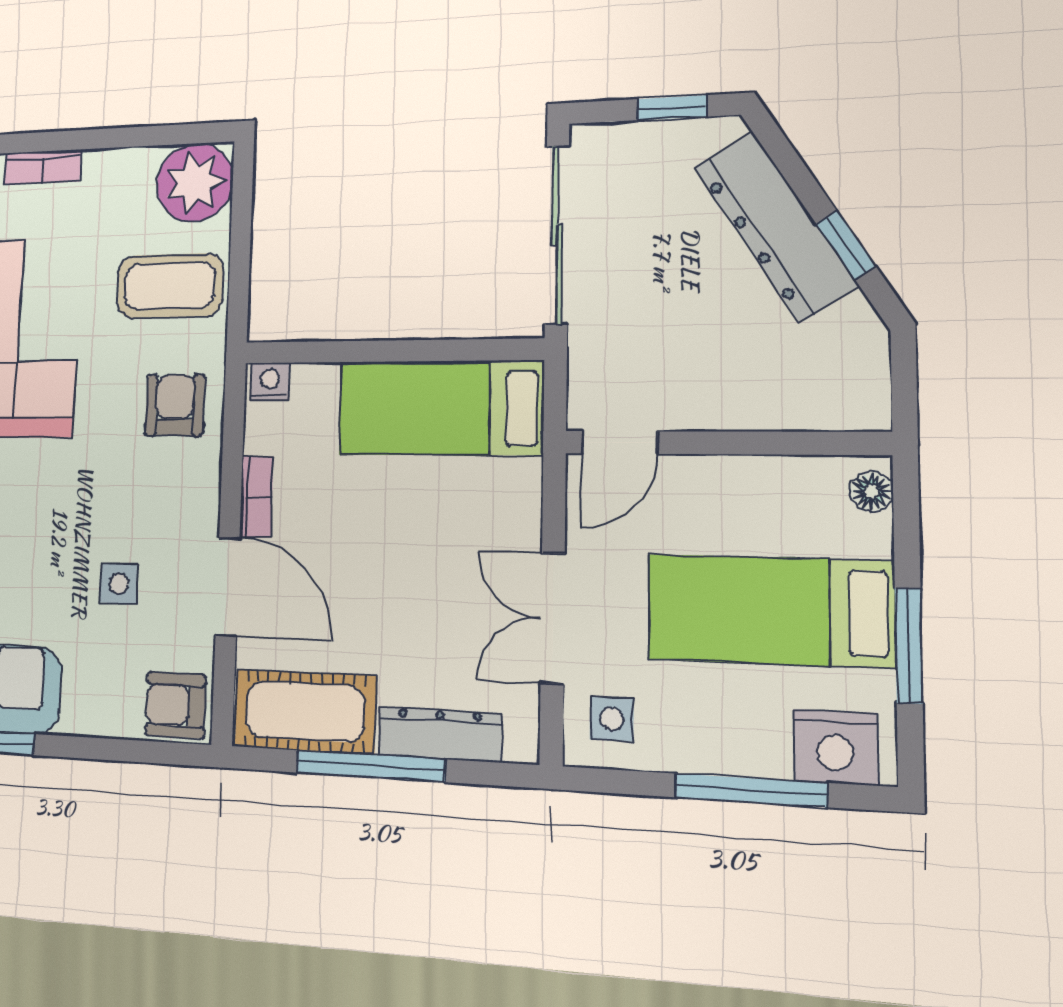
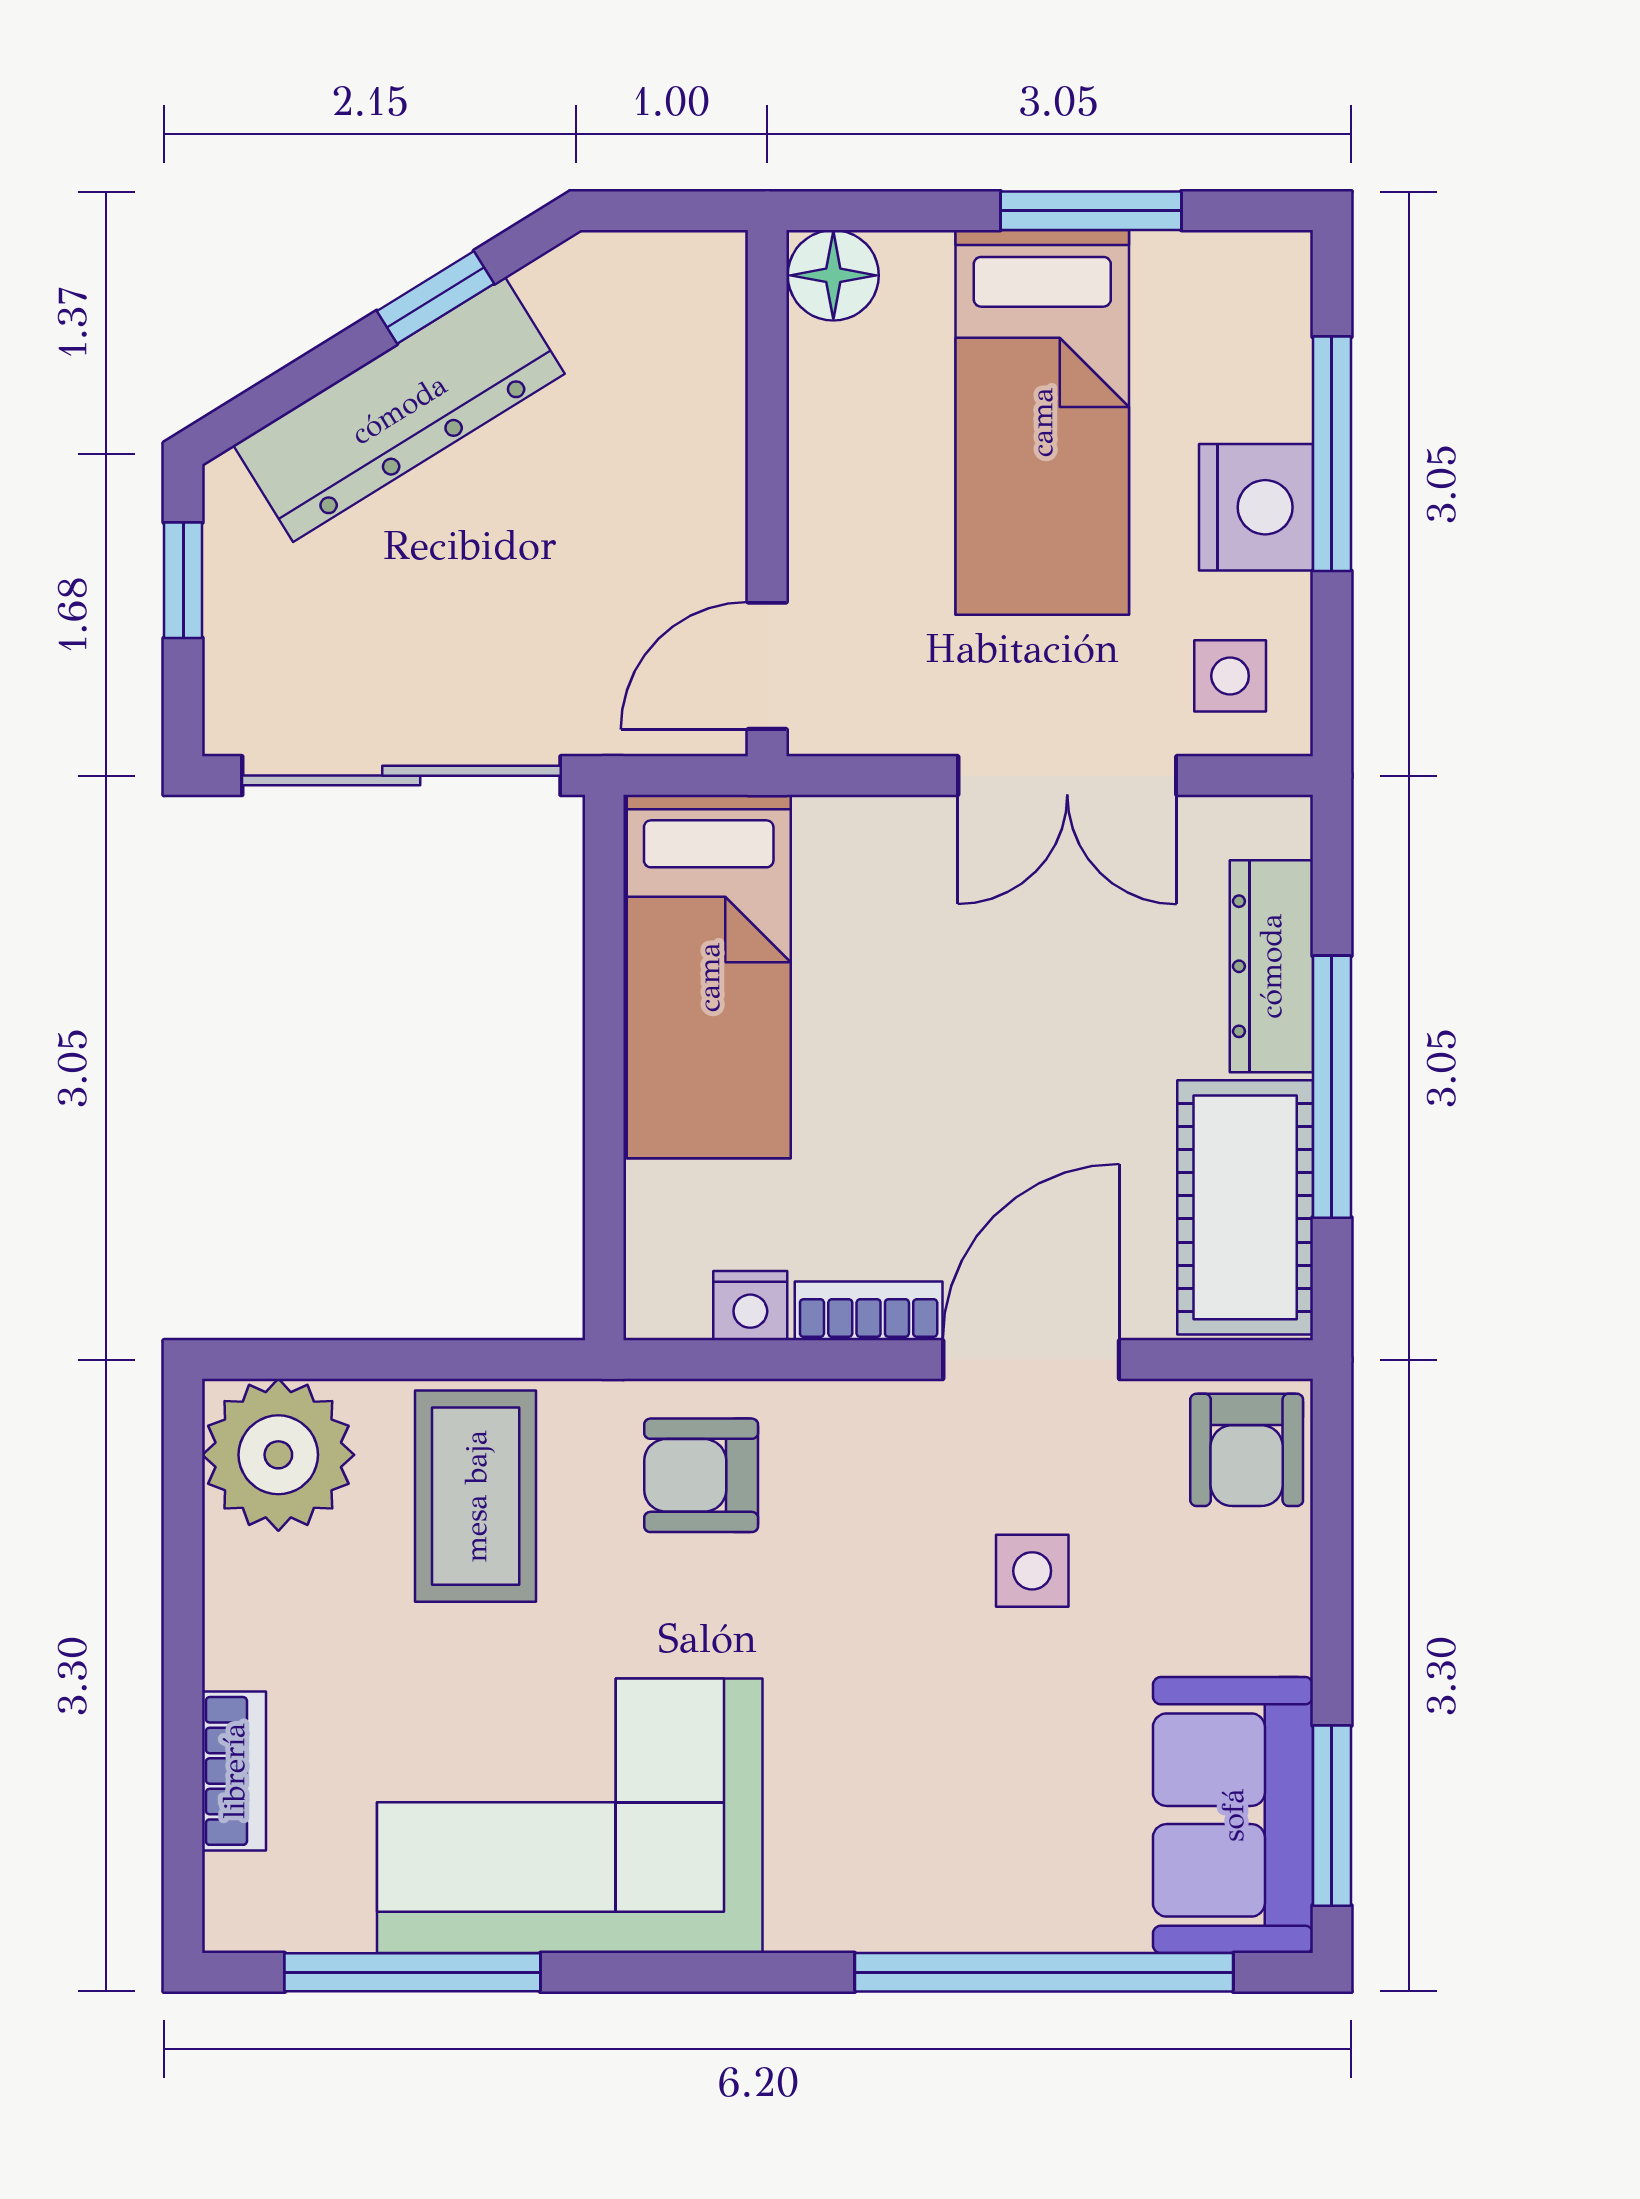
nightstand: (270, 382) -> (750, 1306), moved, turned -90
door: (619, 442) -> (767, 666), swing flipped
floor lamp: (872, 492) -> (833, 275), width x1.37, depth x1.37
nightstand: (835, 747) -> (1256, 507), moved

